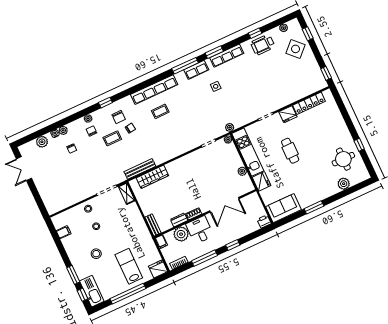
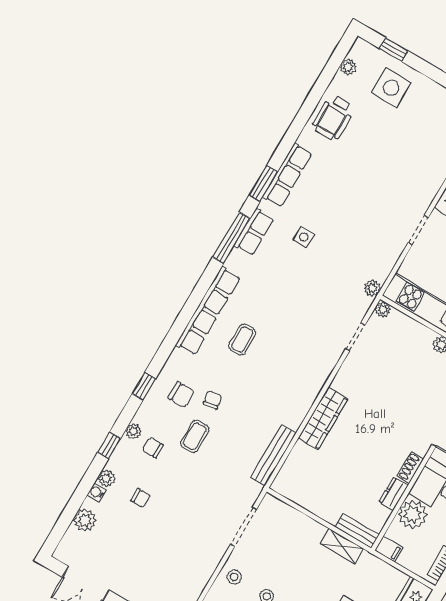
window: (255, 33) -> (109, 445), moved
side table: (296, 49) -> (391, 88), turned 45
wardrobe: (152, 177) -> (323, 418), moved
shelving: (127, 193) -> (342, 546), moved

